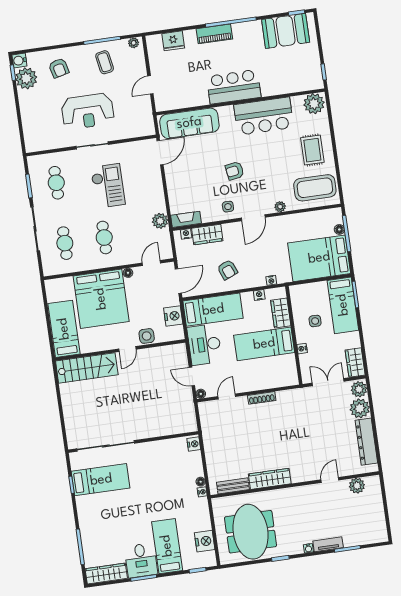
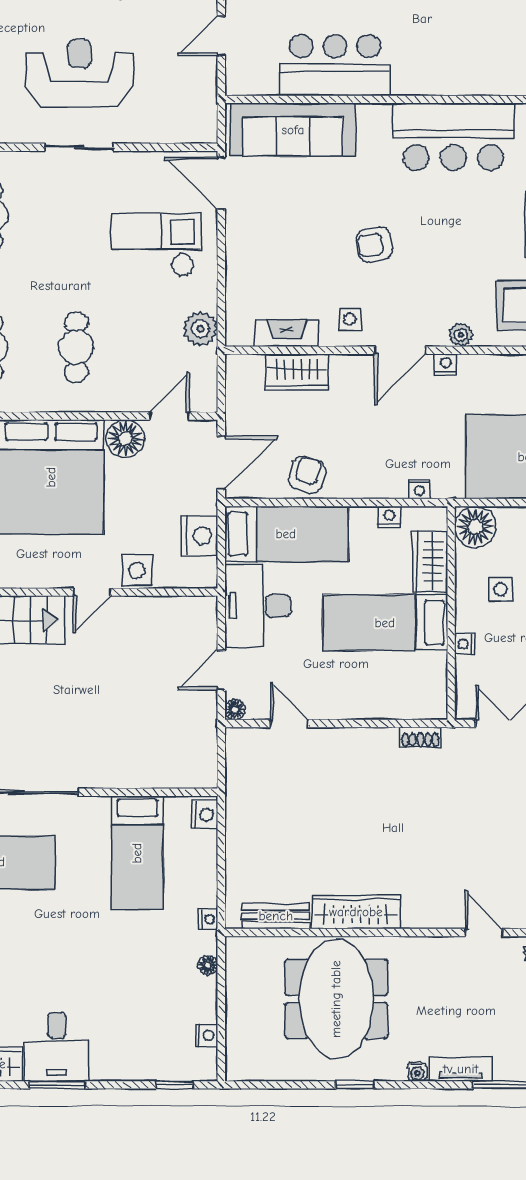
bar counter: (234, 87) -> (335, 65), moved
reception desk: (88, 111) -> (79, 73), turned 180
door: (160, 153) -> (221, 183), swing flipped
checkout: (108, 186) -> (156, 245), moved, turned -90
fireplace: (186, 219) -> (287, 333), moved
nightstand: (186, 234) -> (446, 364), moved
armchair: (227, 270) -> (307, 475), moved, turned -140
floor lamp: (128, 273) -> (125, 439), width x1.89, depth x1.89
floor lamp: (299, 294) -> (475, 527), added
door: (192, 376) -> (221, 670), hinge flipped
door: (227, 397) -> (289, 724), hinge flipped
shoe rack: (262, 398) -> (420, 737), moved, width x0.70
door: (330, 480) -> (484, 933), hinge flipped
floor lamp: (201, 482) -> (208, 965), moved
meeting table: (251, 532) -> (336, 999), moved
nightstand: (205, 541) -> (207, 1035), width x0.53, depth x0.56
bed: (167, 546) -> (137, 853), moved, turned 180

